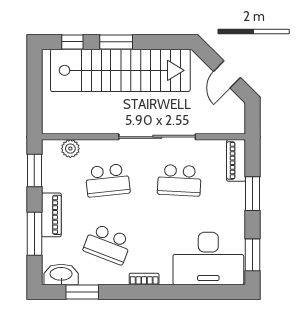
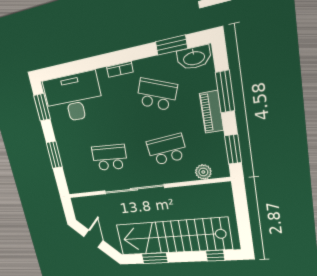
window: (116, 42) -> (155, 258), moved
piano: (236, 160) -> (72, 178), removed

